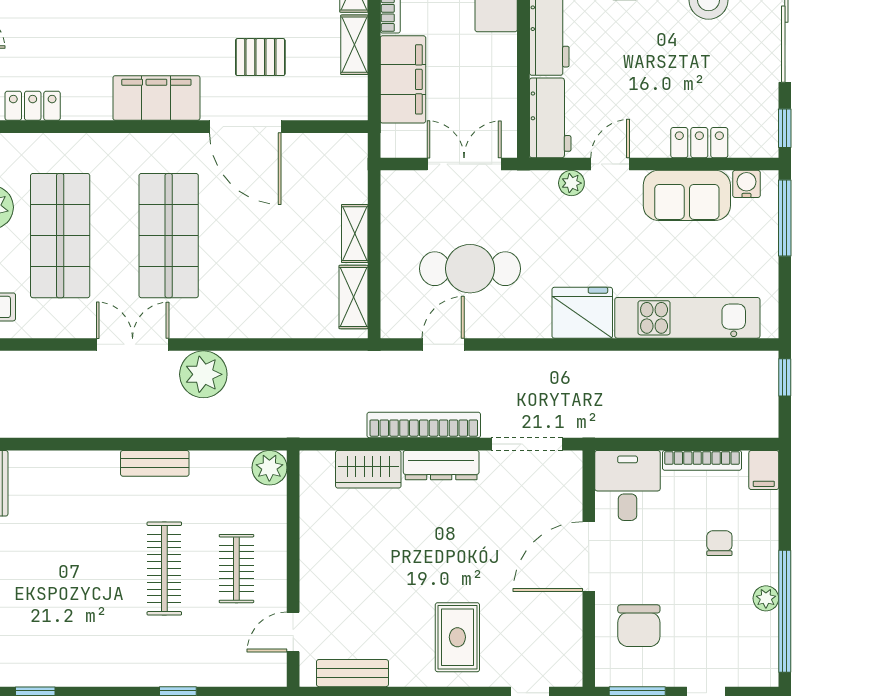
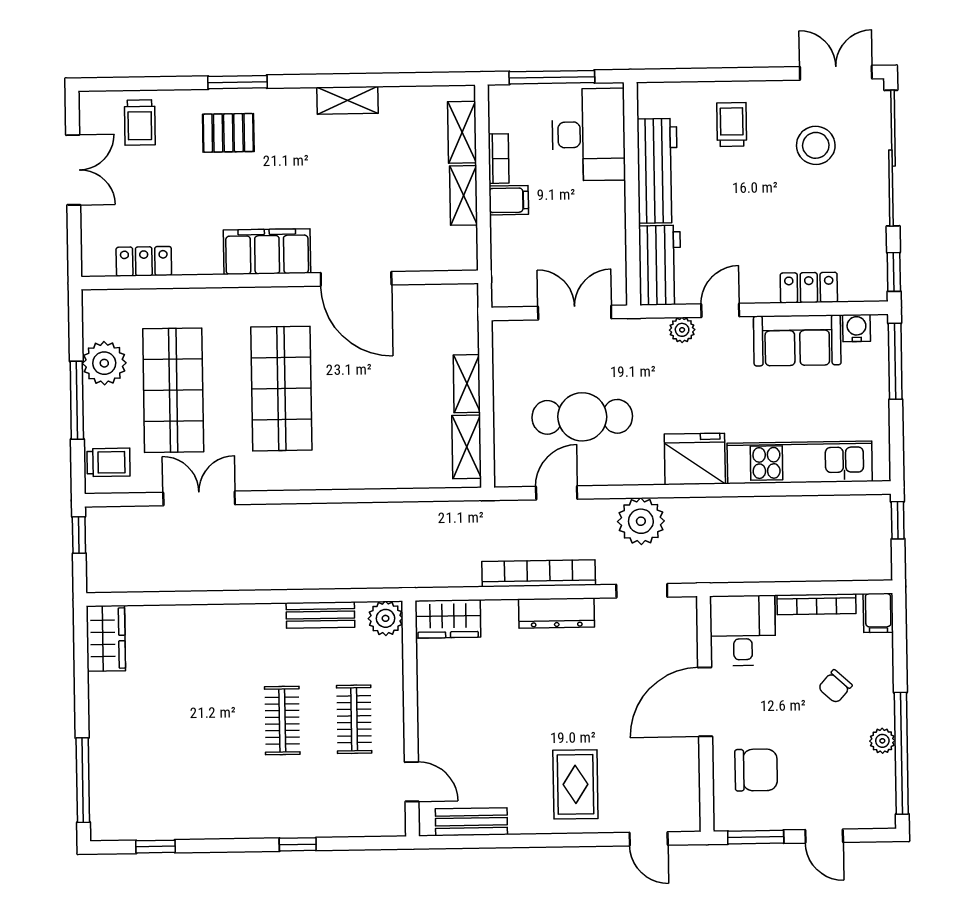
pallet: (260, 57) -> (370, 209), removed
filing cabinet: (403, 79) -> (509, 200), width x0.33, depth x0.86
double door: (133, 344) -> (199, 498), moved
plant: (203, 374) -> (641, 521), moved
doorway: (527, 444) -> (642, 591), width x0.73
bench: (155, 463) -> (320, 615), moved
wardrobe: (368, 469) -> (448, 619), moved
chair: (719, 543) -> (835, 687), turned -138
clothes rail: (164, 569) -> (282, 720), width x0.73
chair: (639, 626) -> (756, 770), turned -90
door: (293, 632) -> (412, 782), swing flipped

